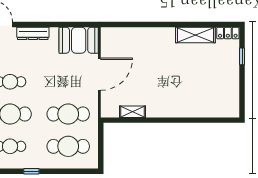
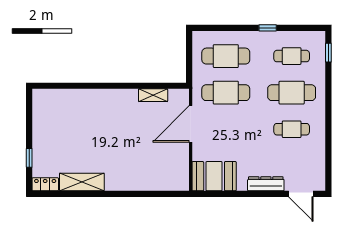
door: (99, 74) -> (191, 124), moved

